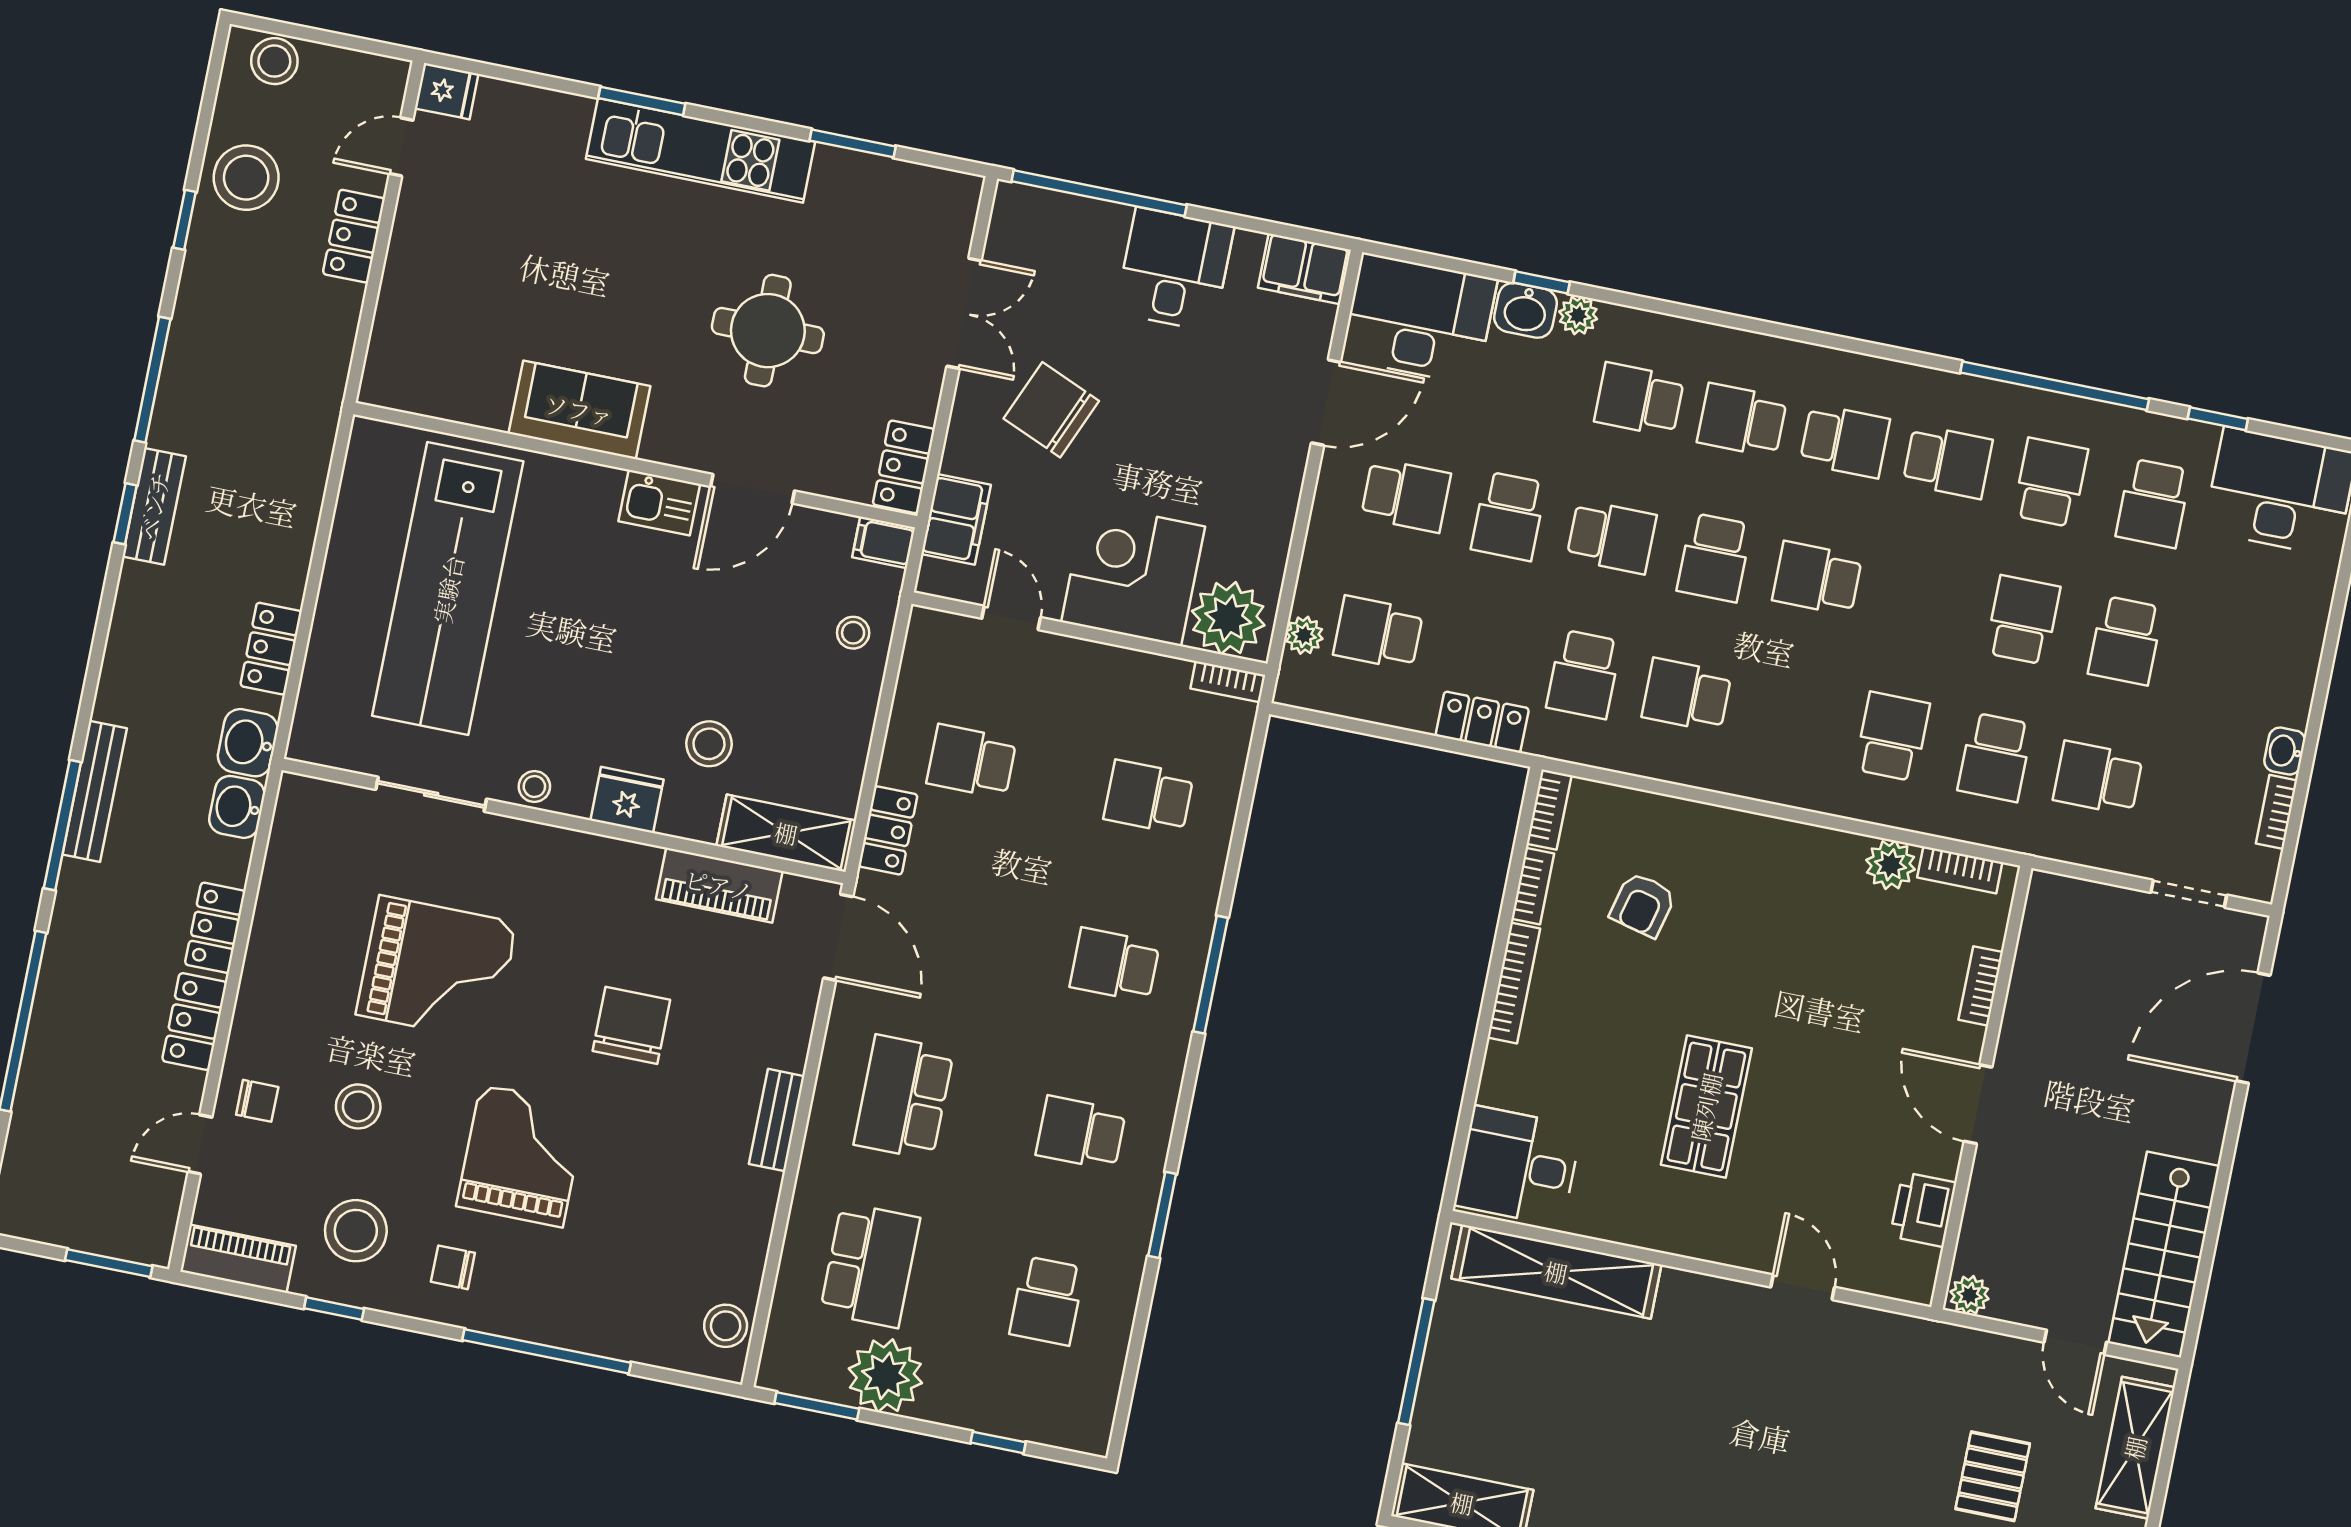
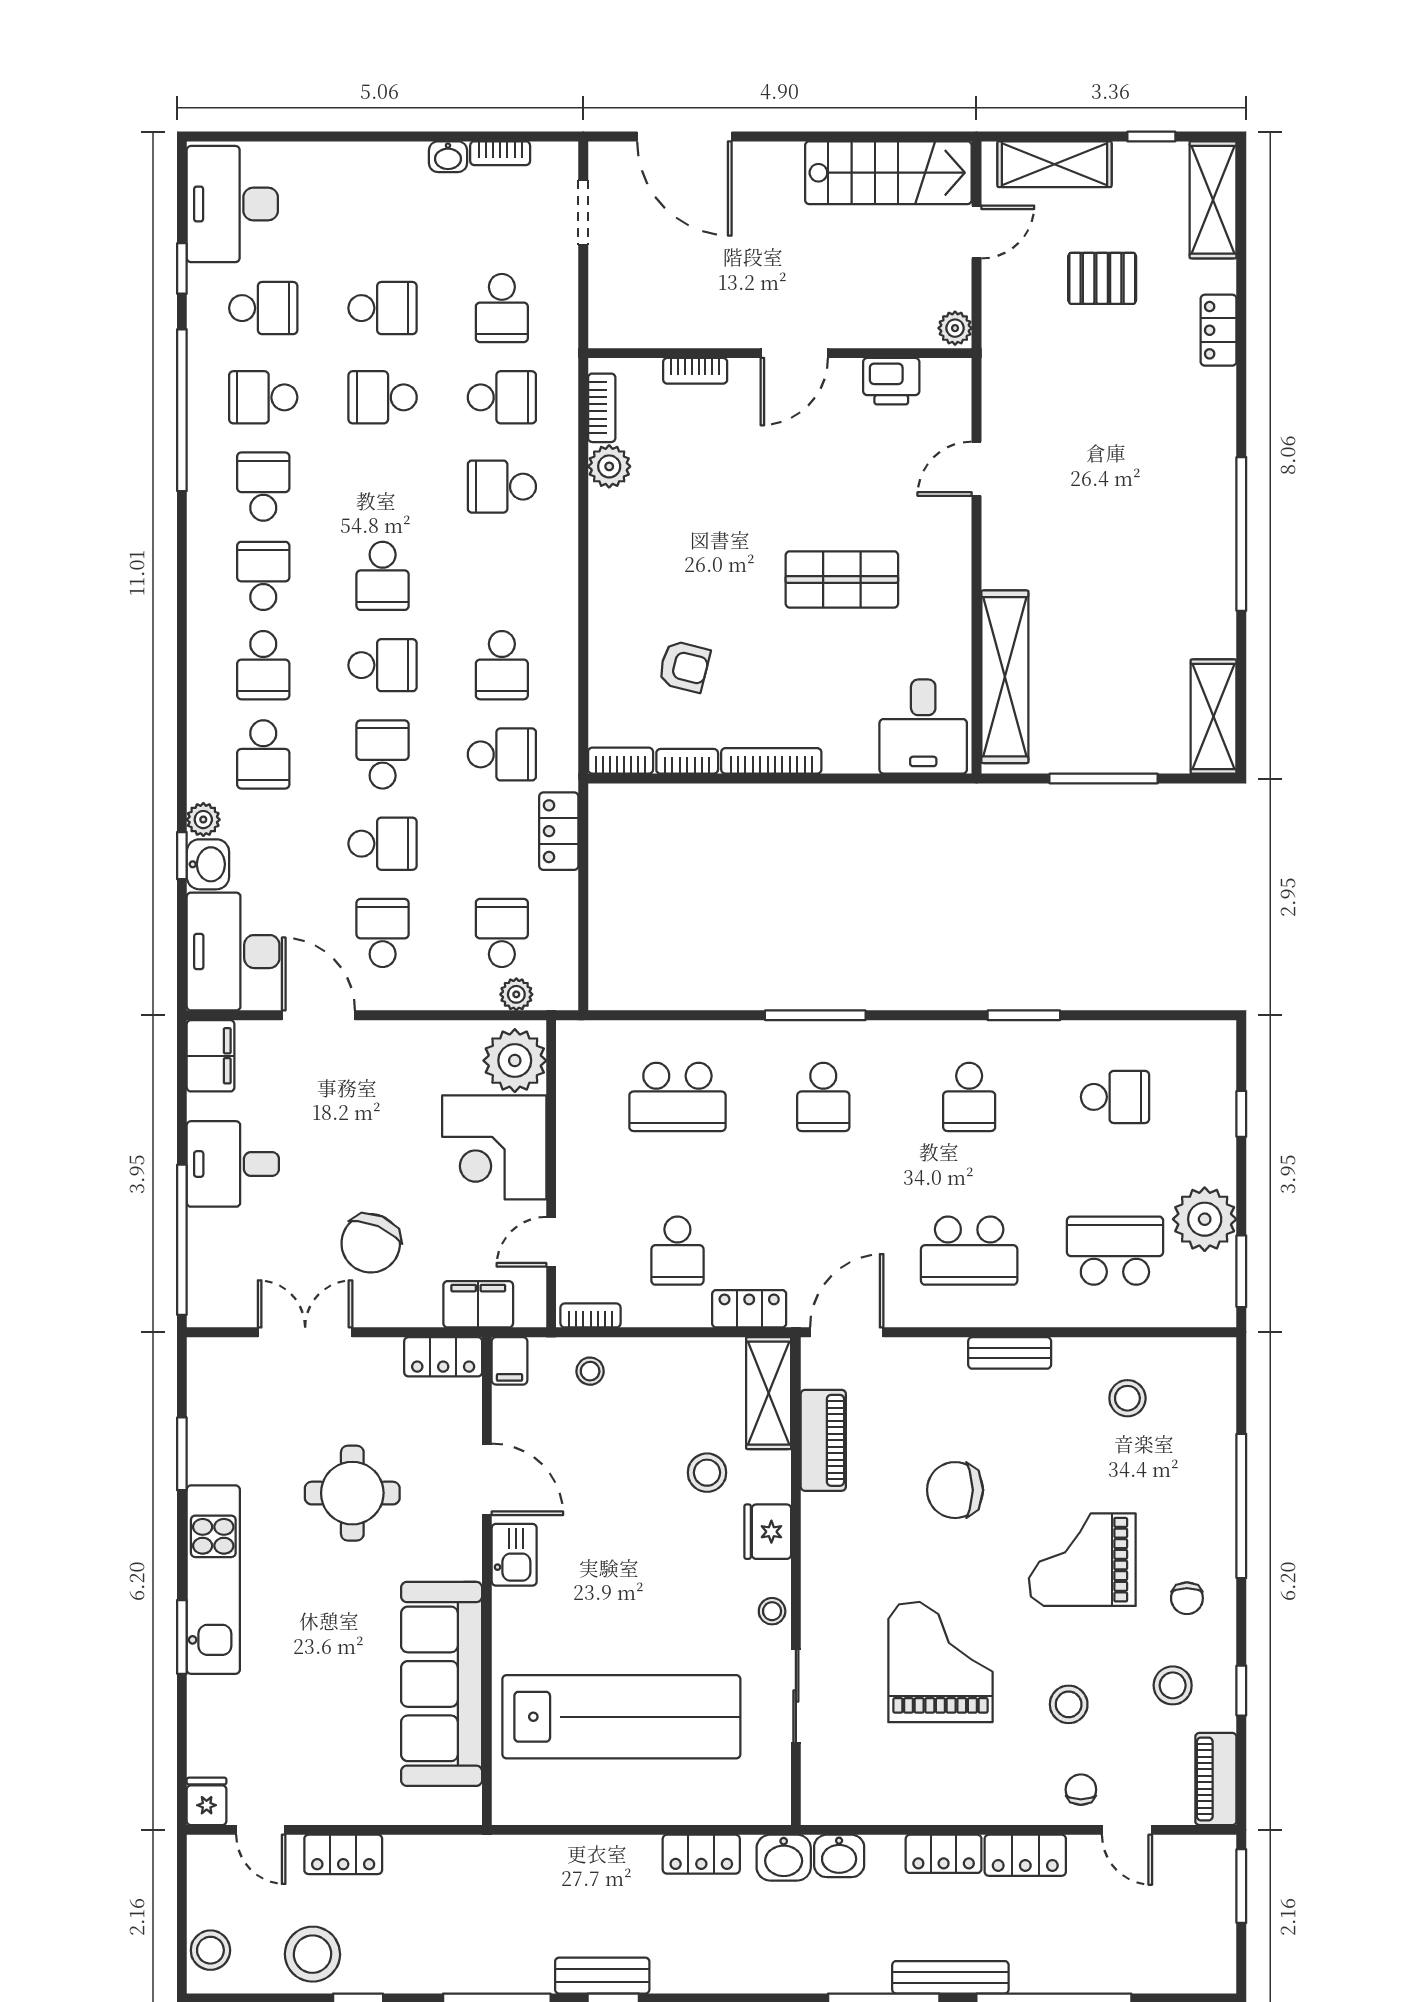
sofa: (579, 410) -> (442, 1684), width x1.85, depth x1.27
school desk: (1378, 633) -> (502, 933), turned 180
bookcase: (1228, 682) -> (591, 1315), moved, turned -90
bench: (95, 791) -> (950, 1977), moved
school desk: (1149, 797) -> (677, 1097), width x1.85
stool: (356, 1231) -> (1173, 1685), width x0.73, depth x0.73
stool: (726, 1326) -> (1127, 1398), moved

